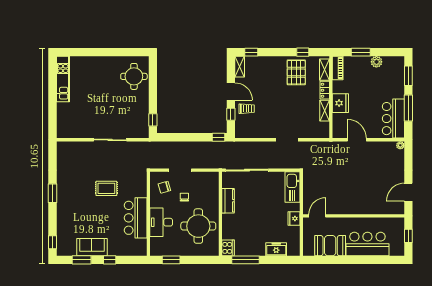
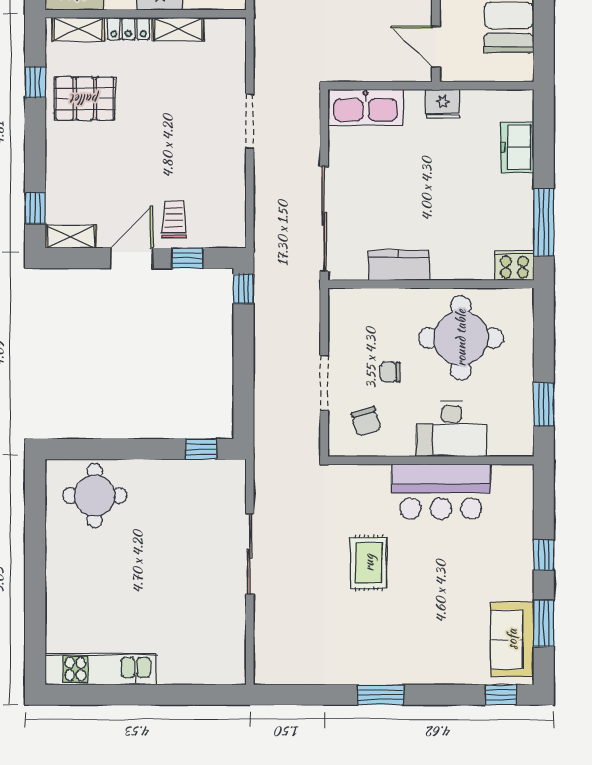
sofa: (92, 247) -> (512, 639), moved

